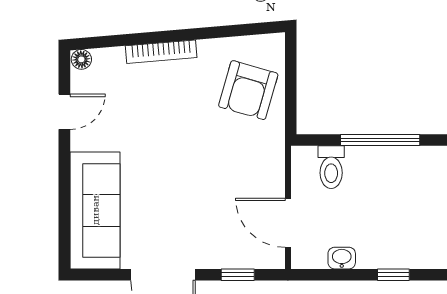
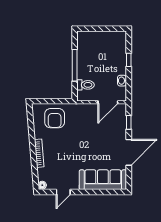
armchair: (248, 90) -> (55, 118), turned 74
door: (64, 112) -> (63, 192), swing flipped

